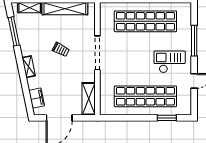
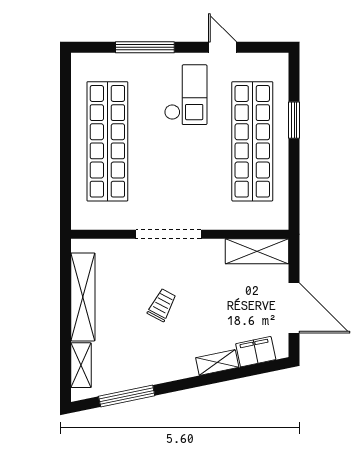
checkout: (170, 62) -> (186, 95), turned 180
shelving: (29, 67) -> (217, 363), moved
window: (167, 118) -> (294, 120), moved

